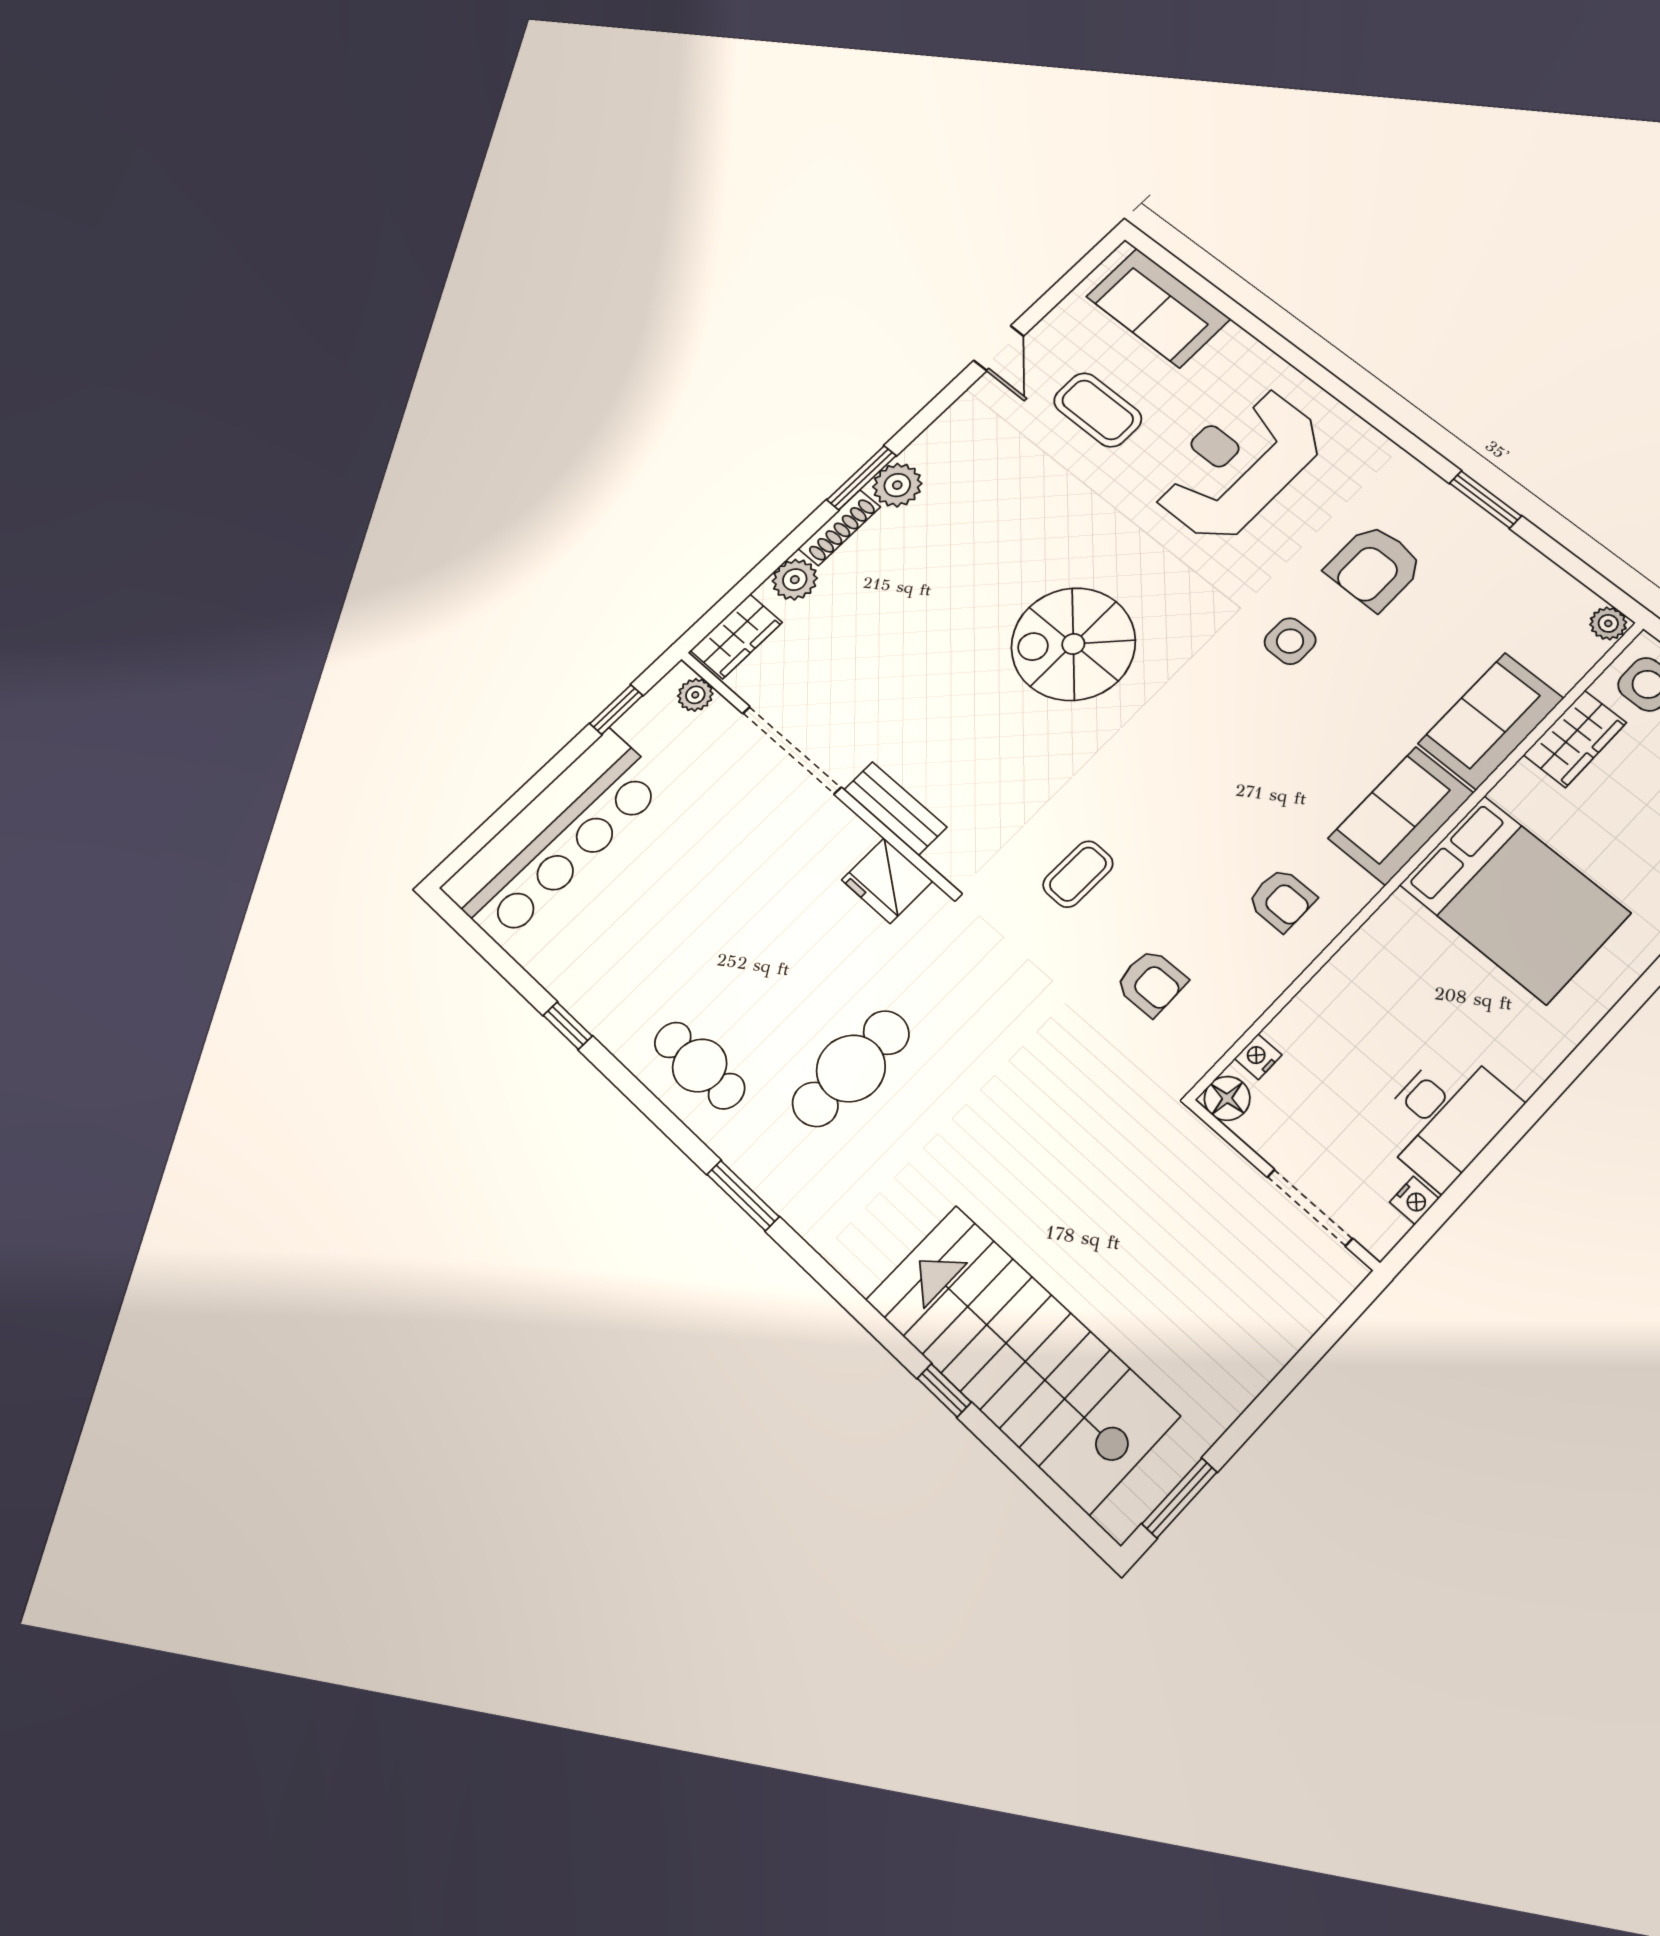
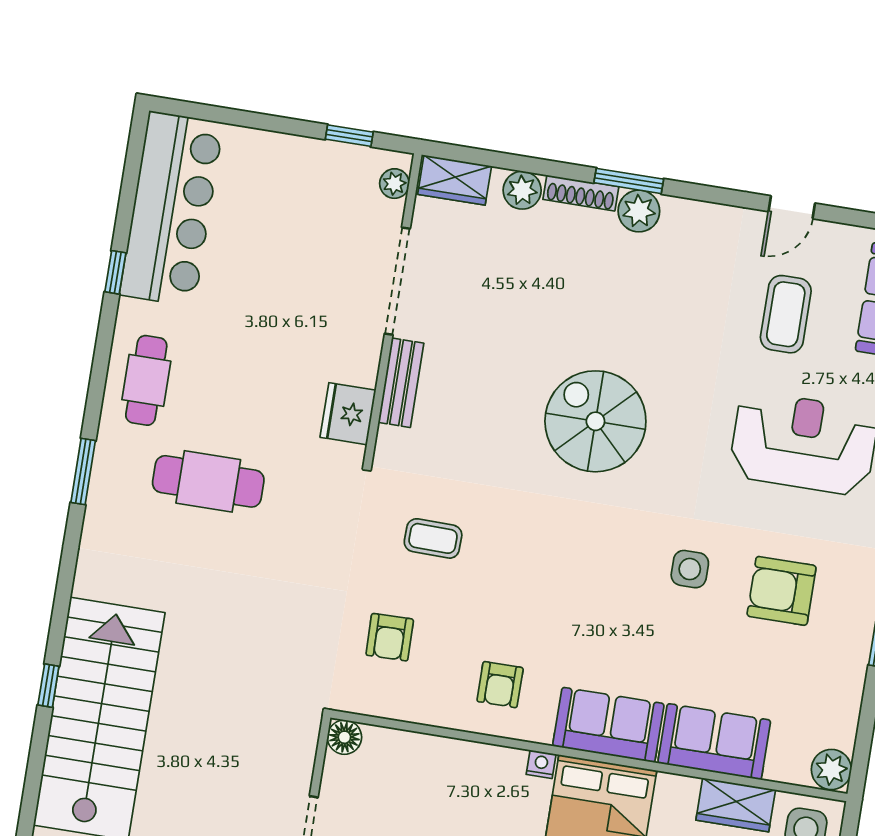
plant: (1608, 623) -> (831, 769), width x1.38, depth x1.38
bar counter: (556, 836) -> (172, 209), moved, turned -90
nightstand: (1258, 1057) -> (541, 764), moved

